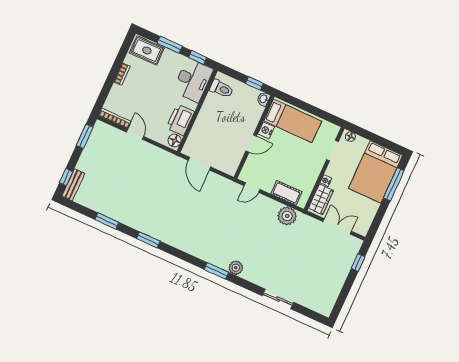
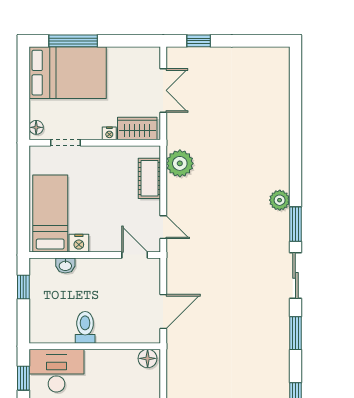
toilet: (222, 89) -> (85, 327), moved
washbasin: (264, 99) -> (65, 265), moved
printer: (180, 120) -> (117, 363), removed
door: (251, 143) -> (135, 255), moved
double door: (337, 226) -> (163, 90), swing flipped
sliding door: (278, 299) -> (295, 275), moved

